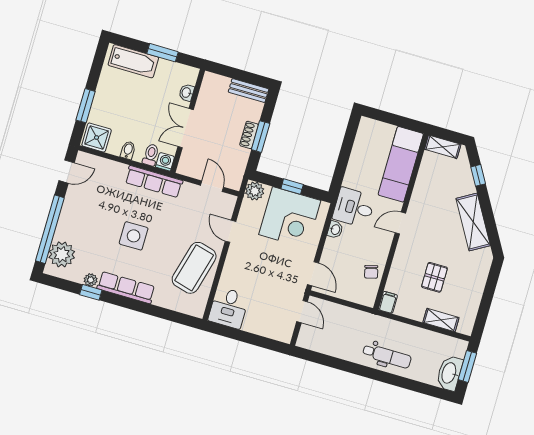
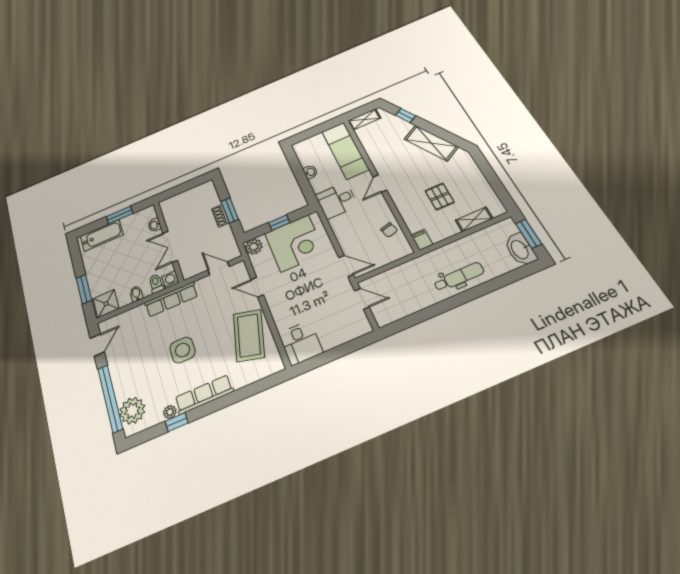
bench: (249, 91) -> (199, 191), removed
washbasin: (335, 230) -> (310, 172), moved

